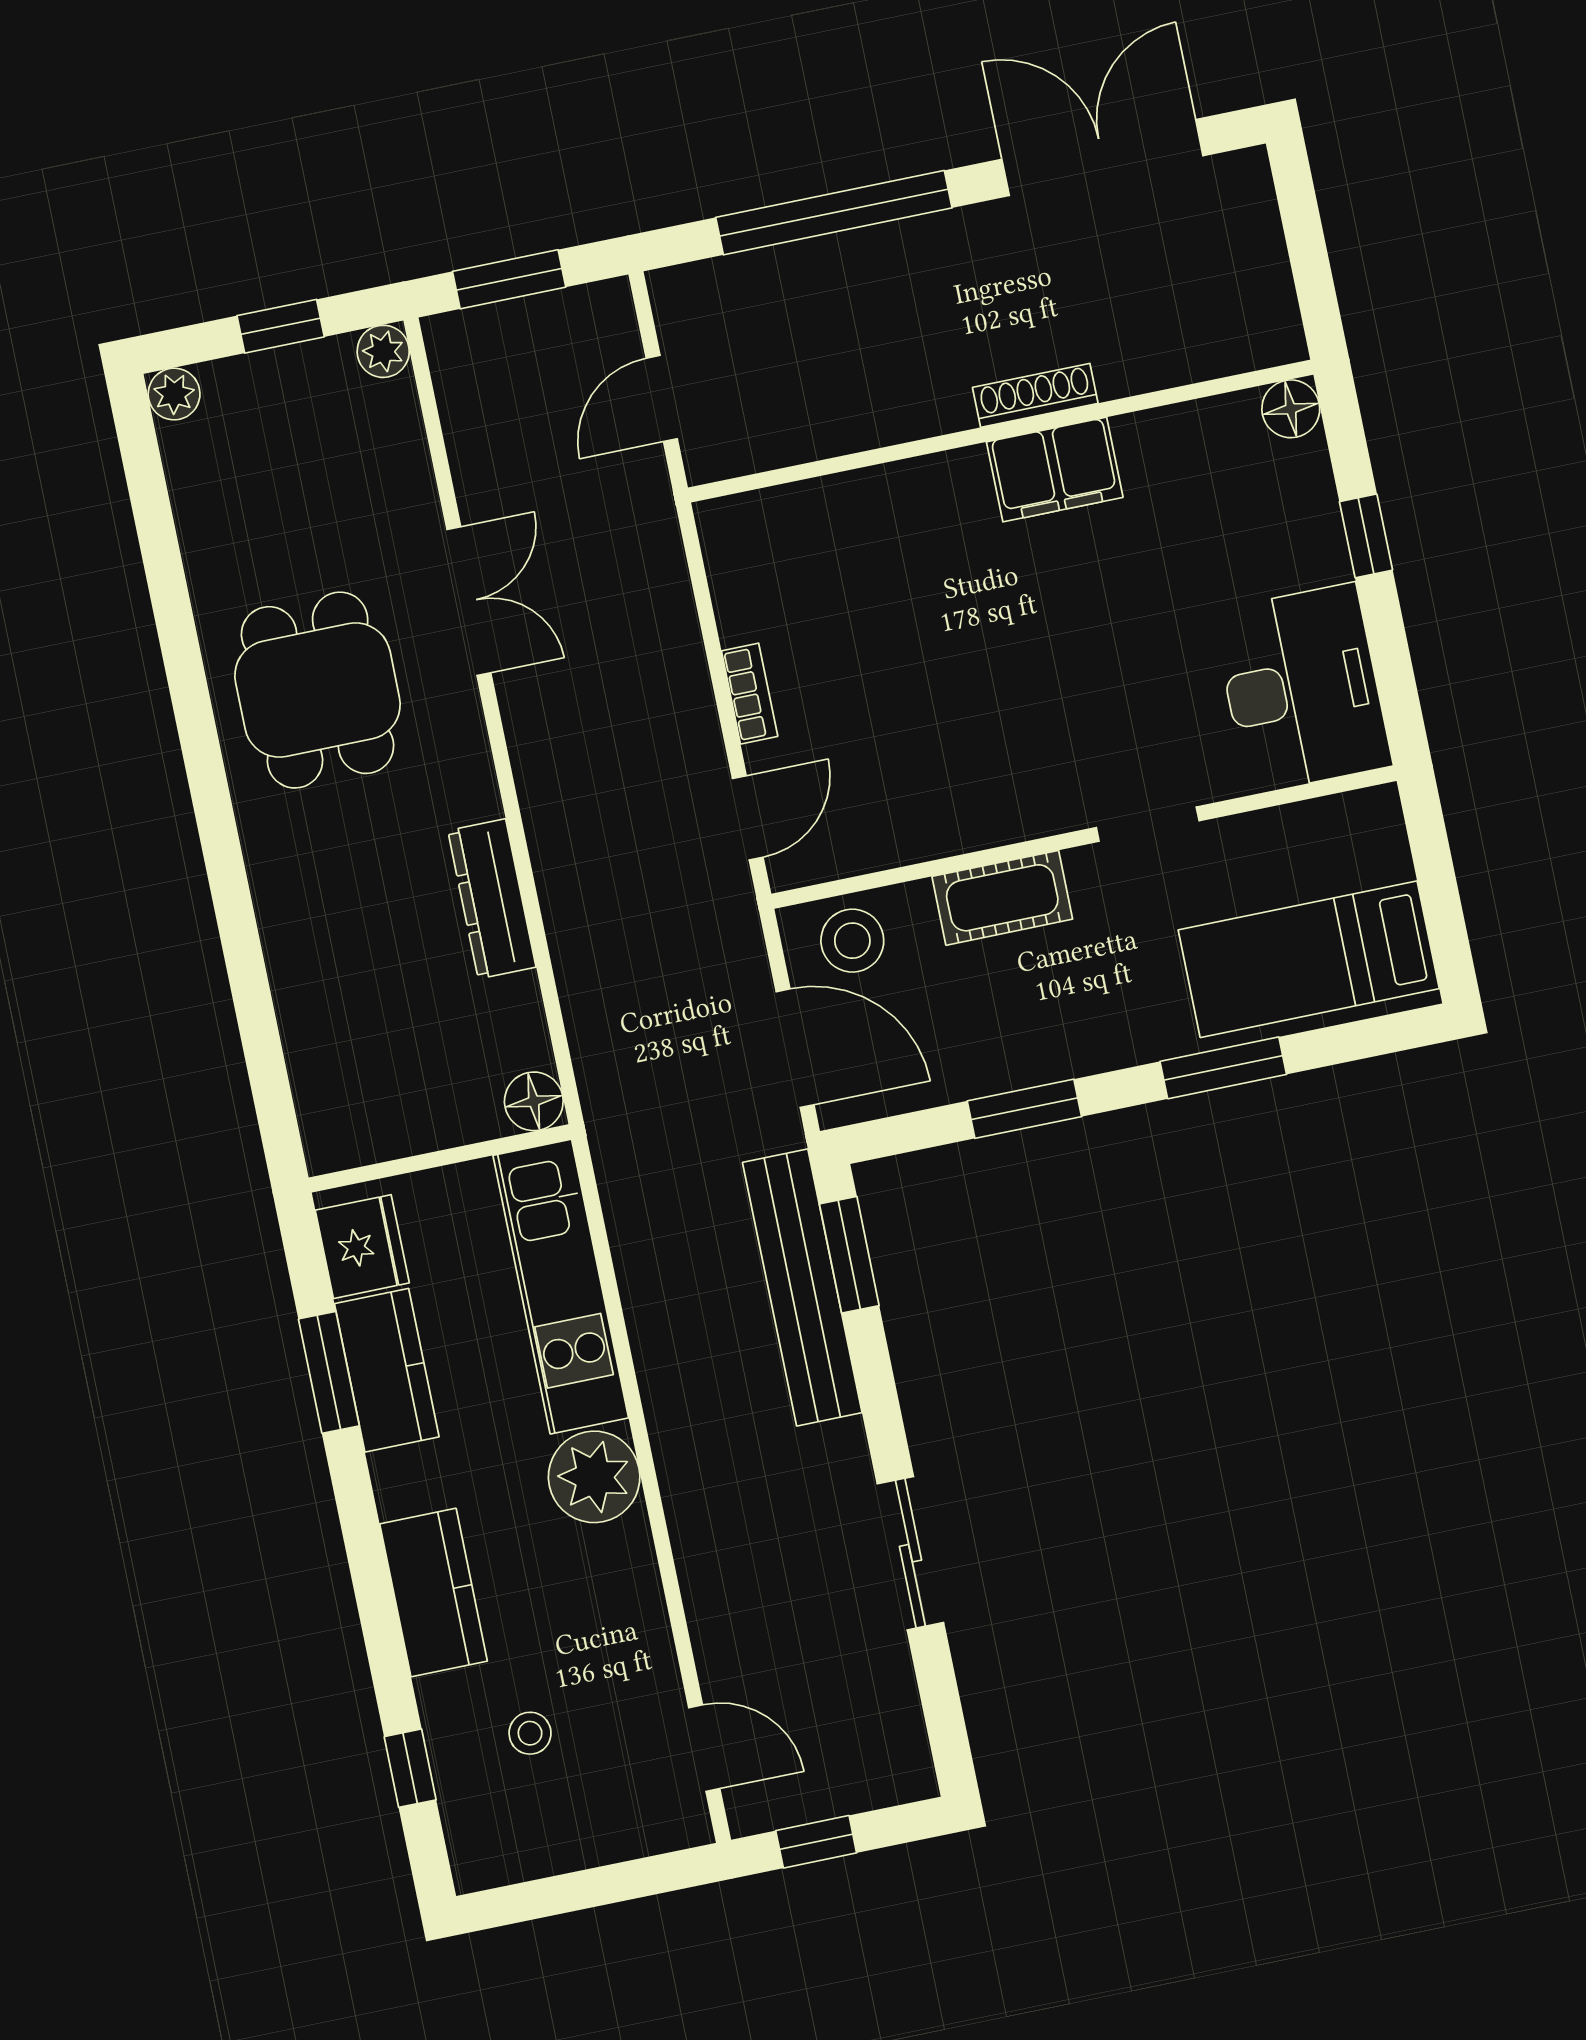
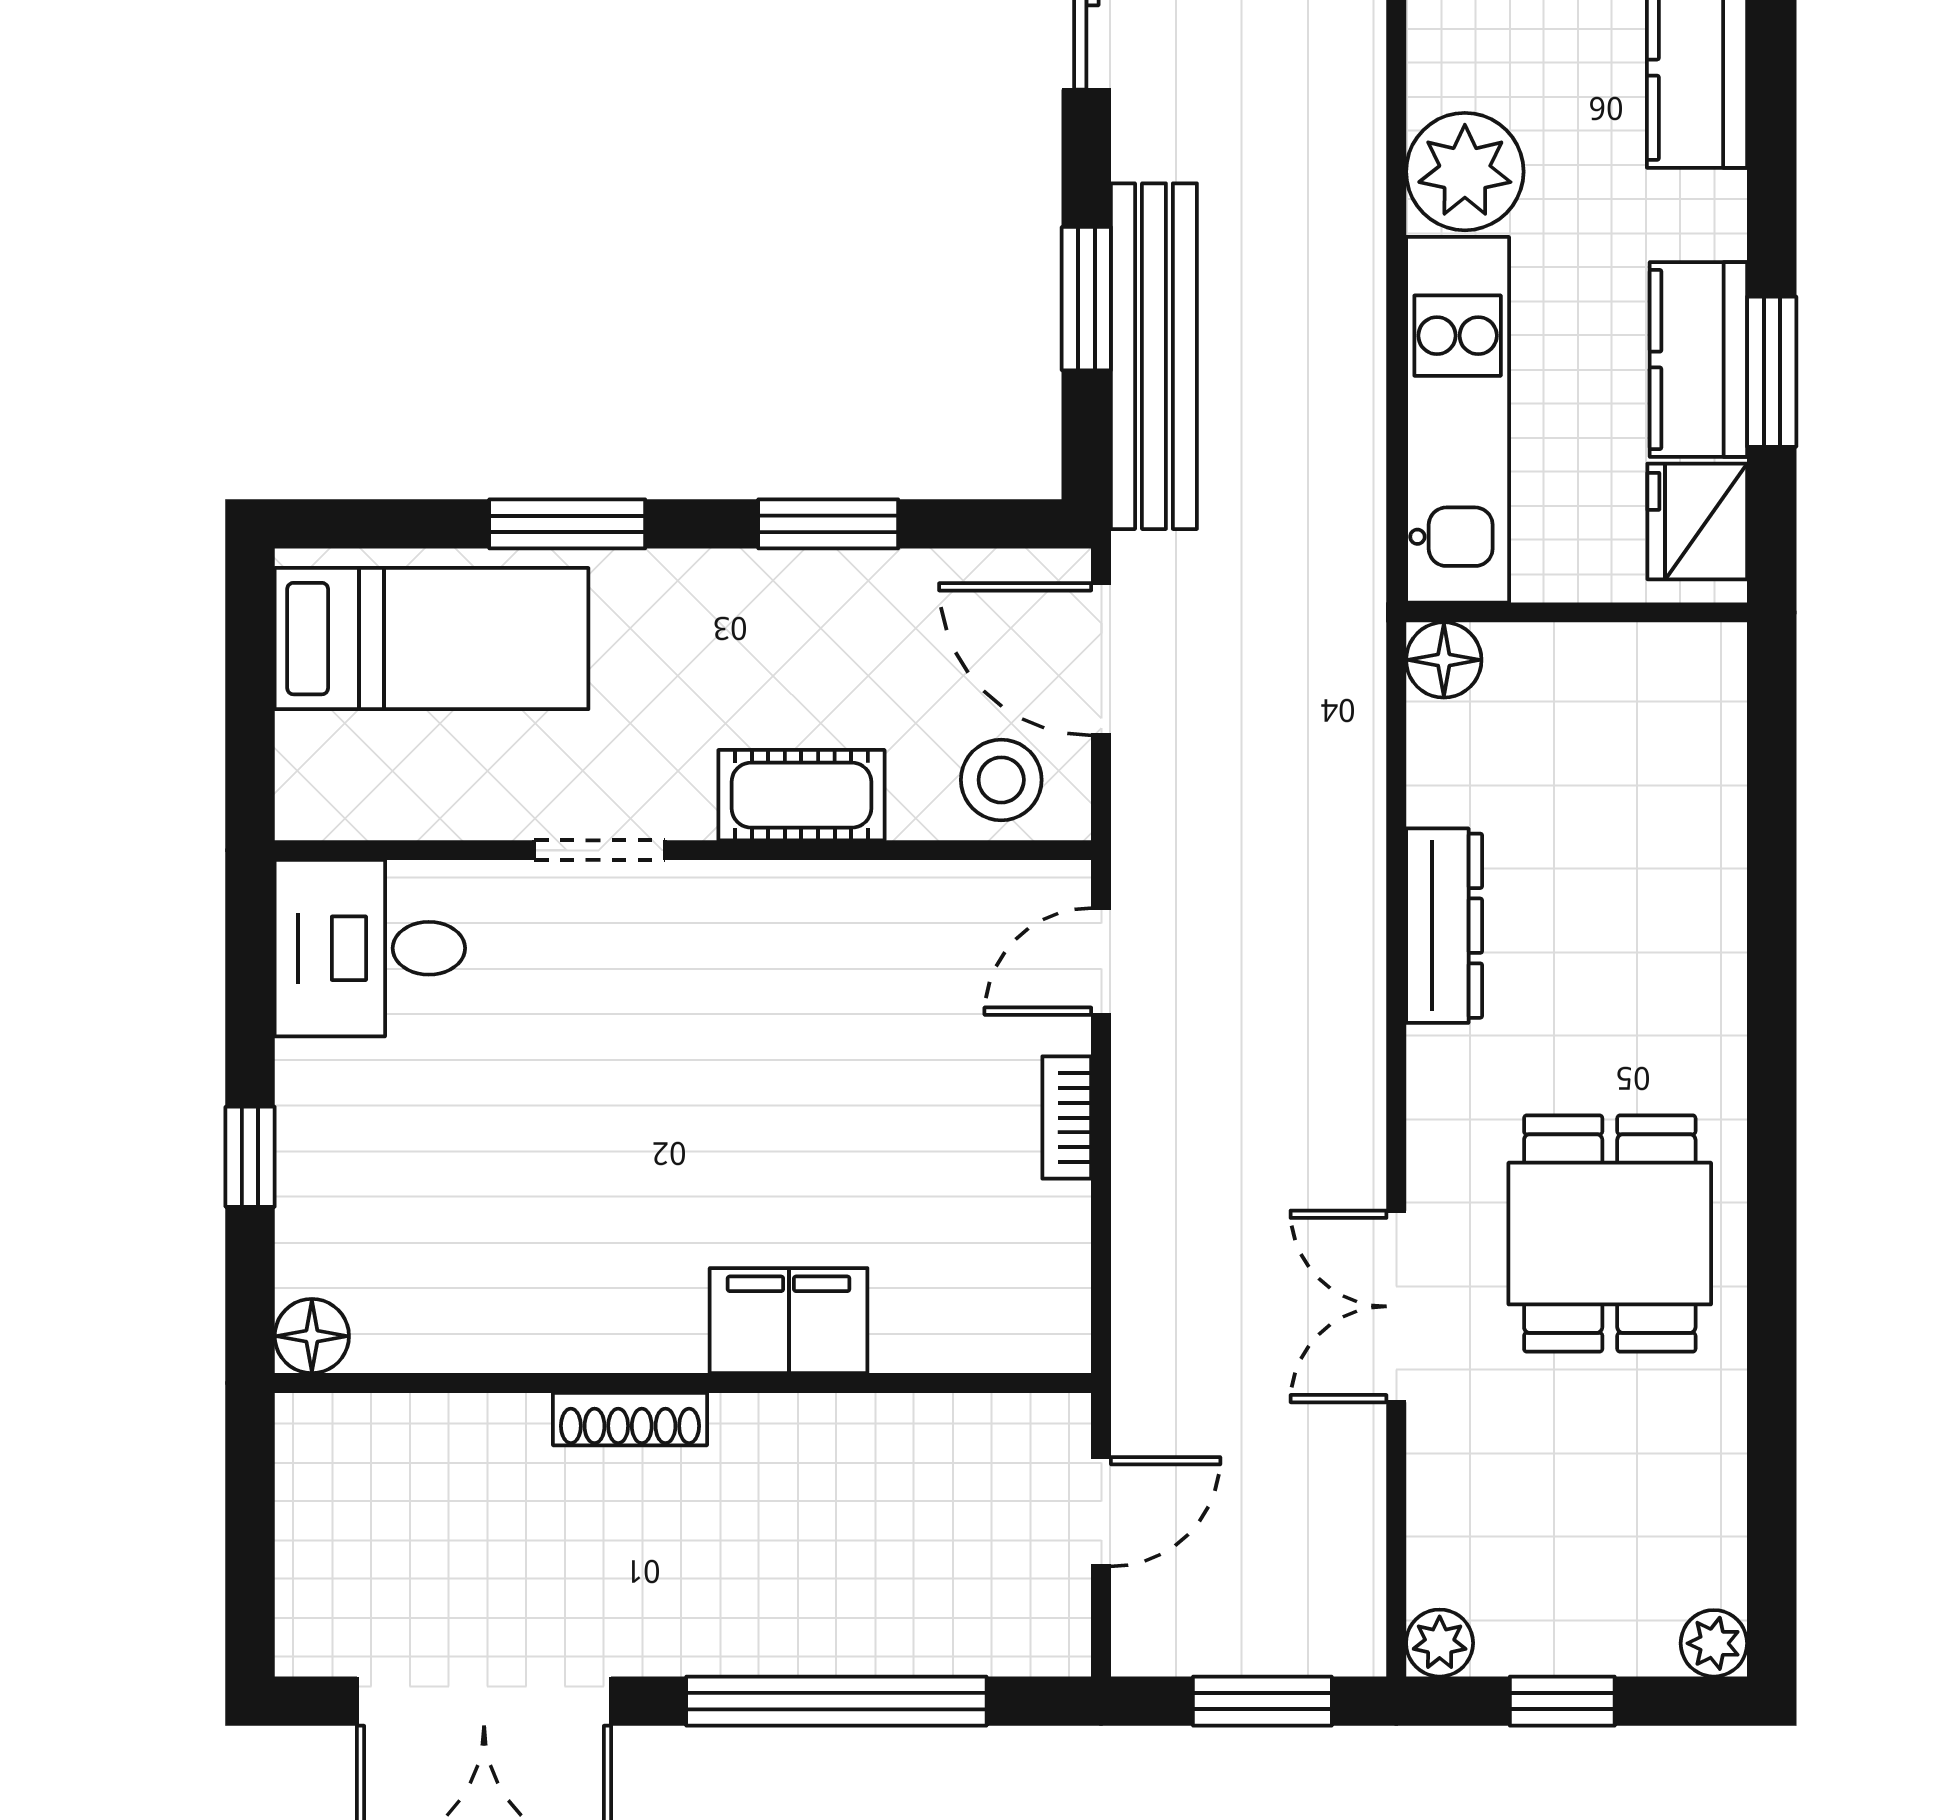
filing cabinet: (1055, 470) -> (789, 1321), moved
desk: (1302, 688) -> (370, 948), width x0.73
window: (849, 1255) -> (1086, 299), moved

